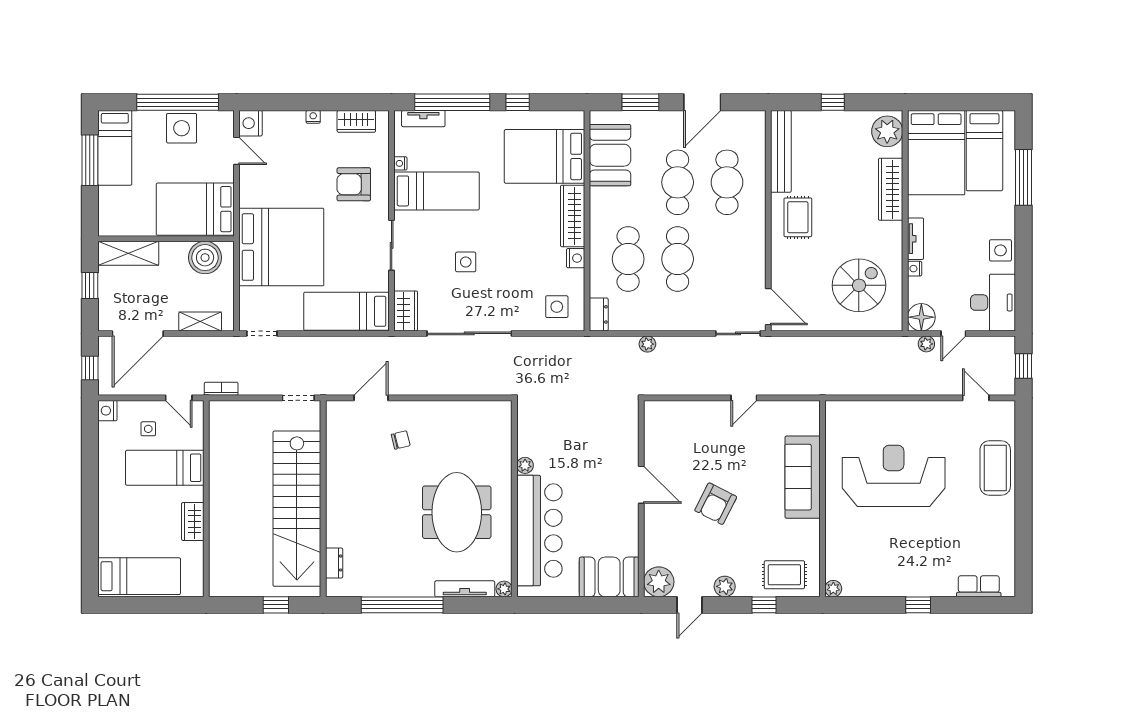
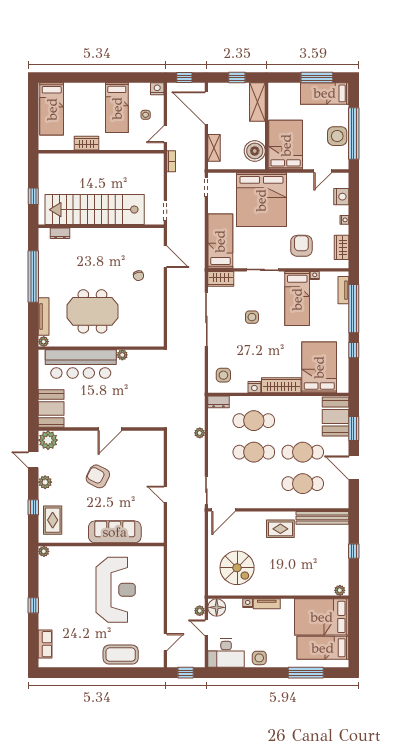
nightstand: (250, 123) -> (341, 197), moved, turned 90
plant: (887, 131) -> (340, 590), width x0.53, depth x0.53
booth: (610, 155) -> (335, 416), moved, turned 90
wardrobe: (891, 189) -> (298, 588), removed
bed: (165, 468) -> (117, 108), moved, turned 180

